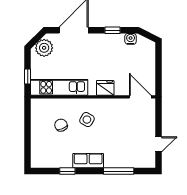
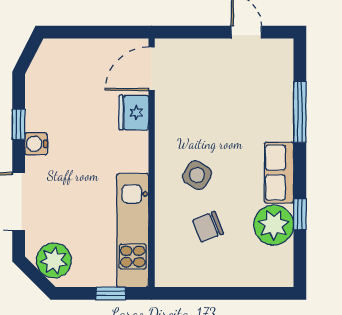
water cooler: (131, 39) -> (36, 144), moved
fridge: (105, 88) -> (134, 113), moved
plant: (62, 158) -> (274, 225), added

